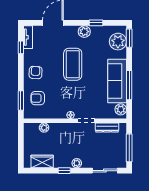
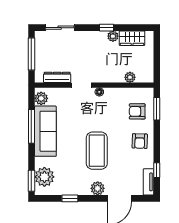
plant: (84, 32) -> (98, 188), moved
armchair: (38, 98) -> (137, 111), turned 180
plant: (77, 163) -> (113, 36), moved

